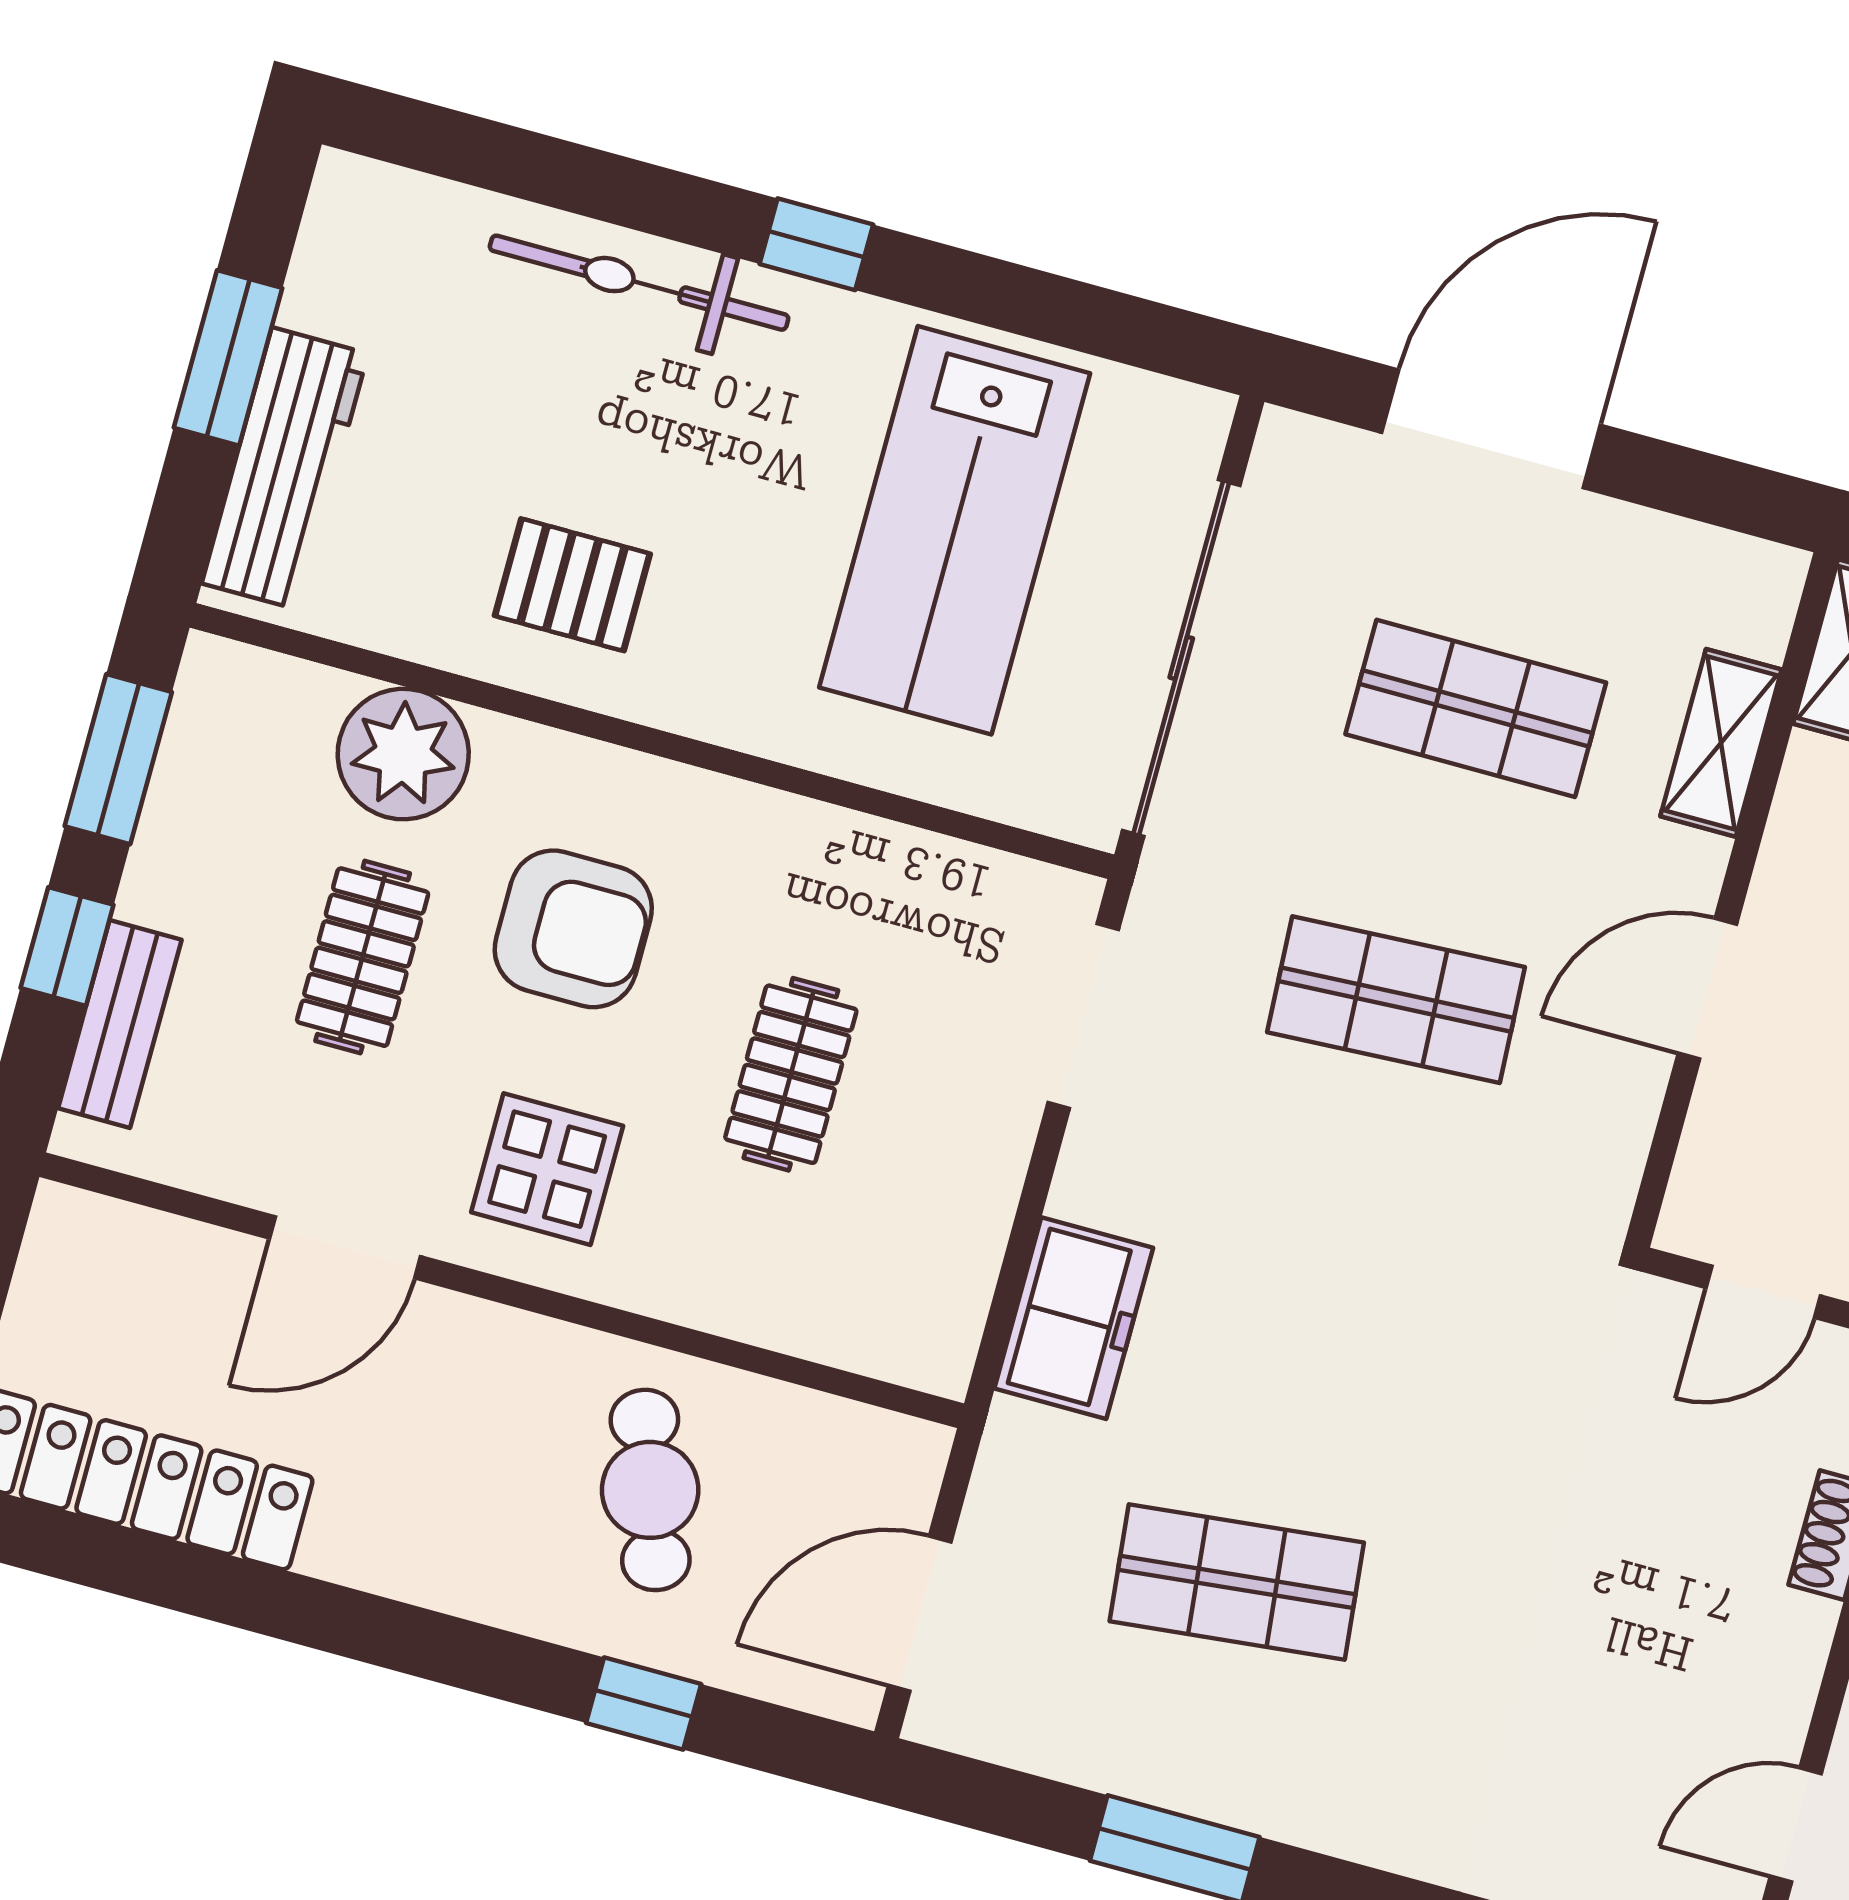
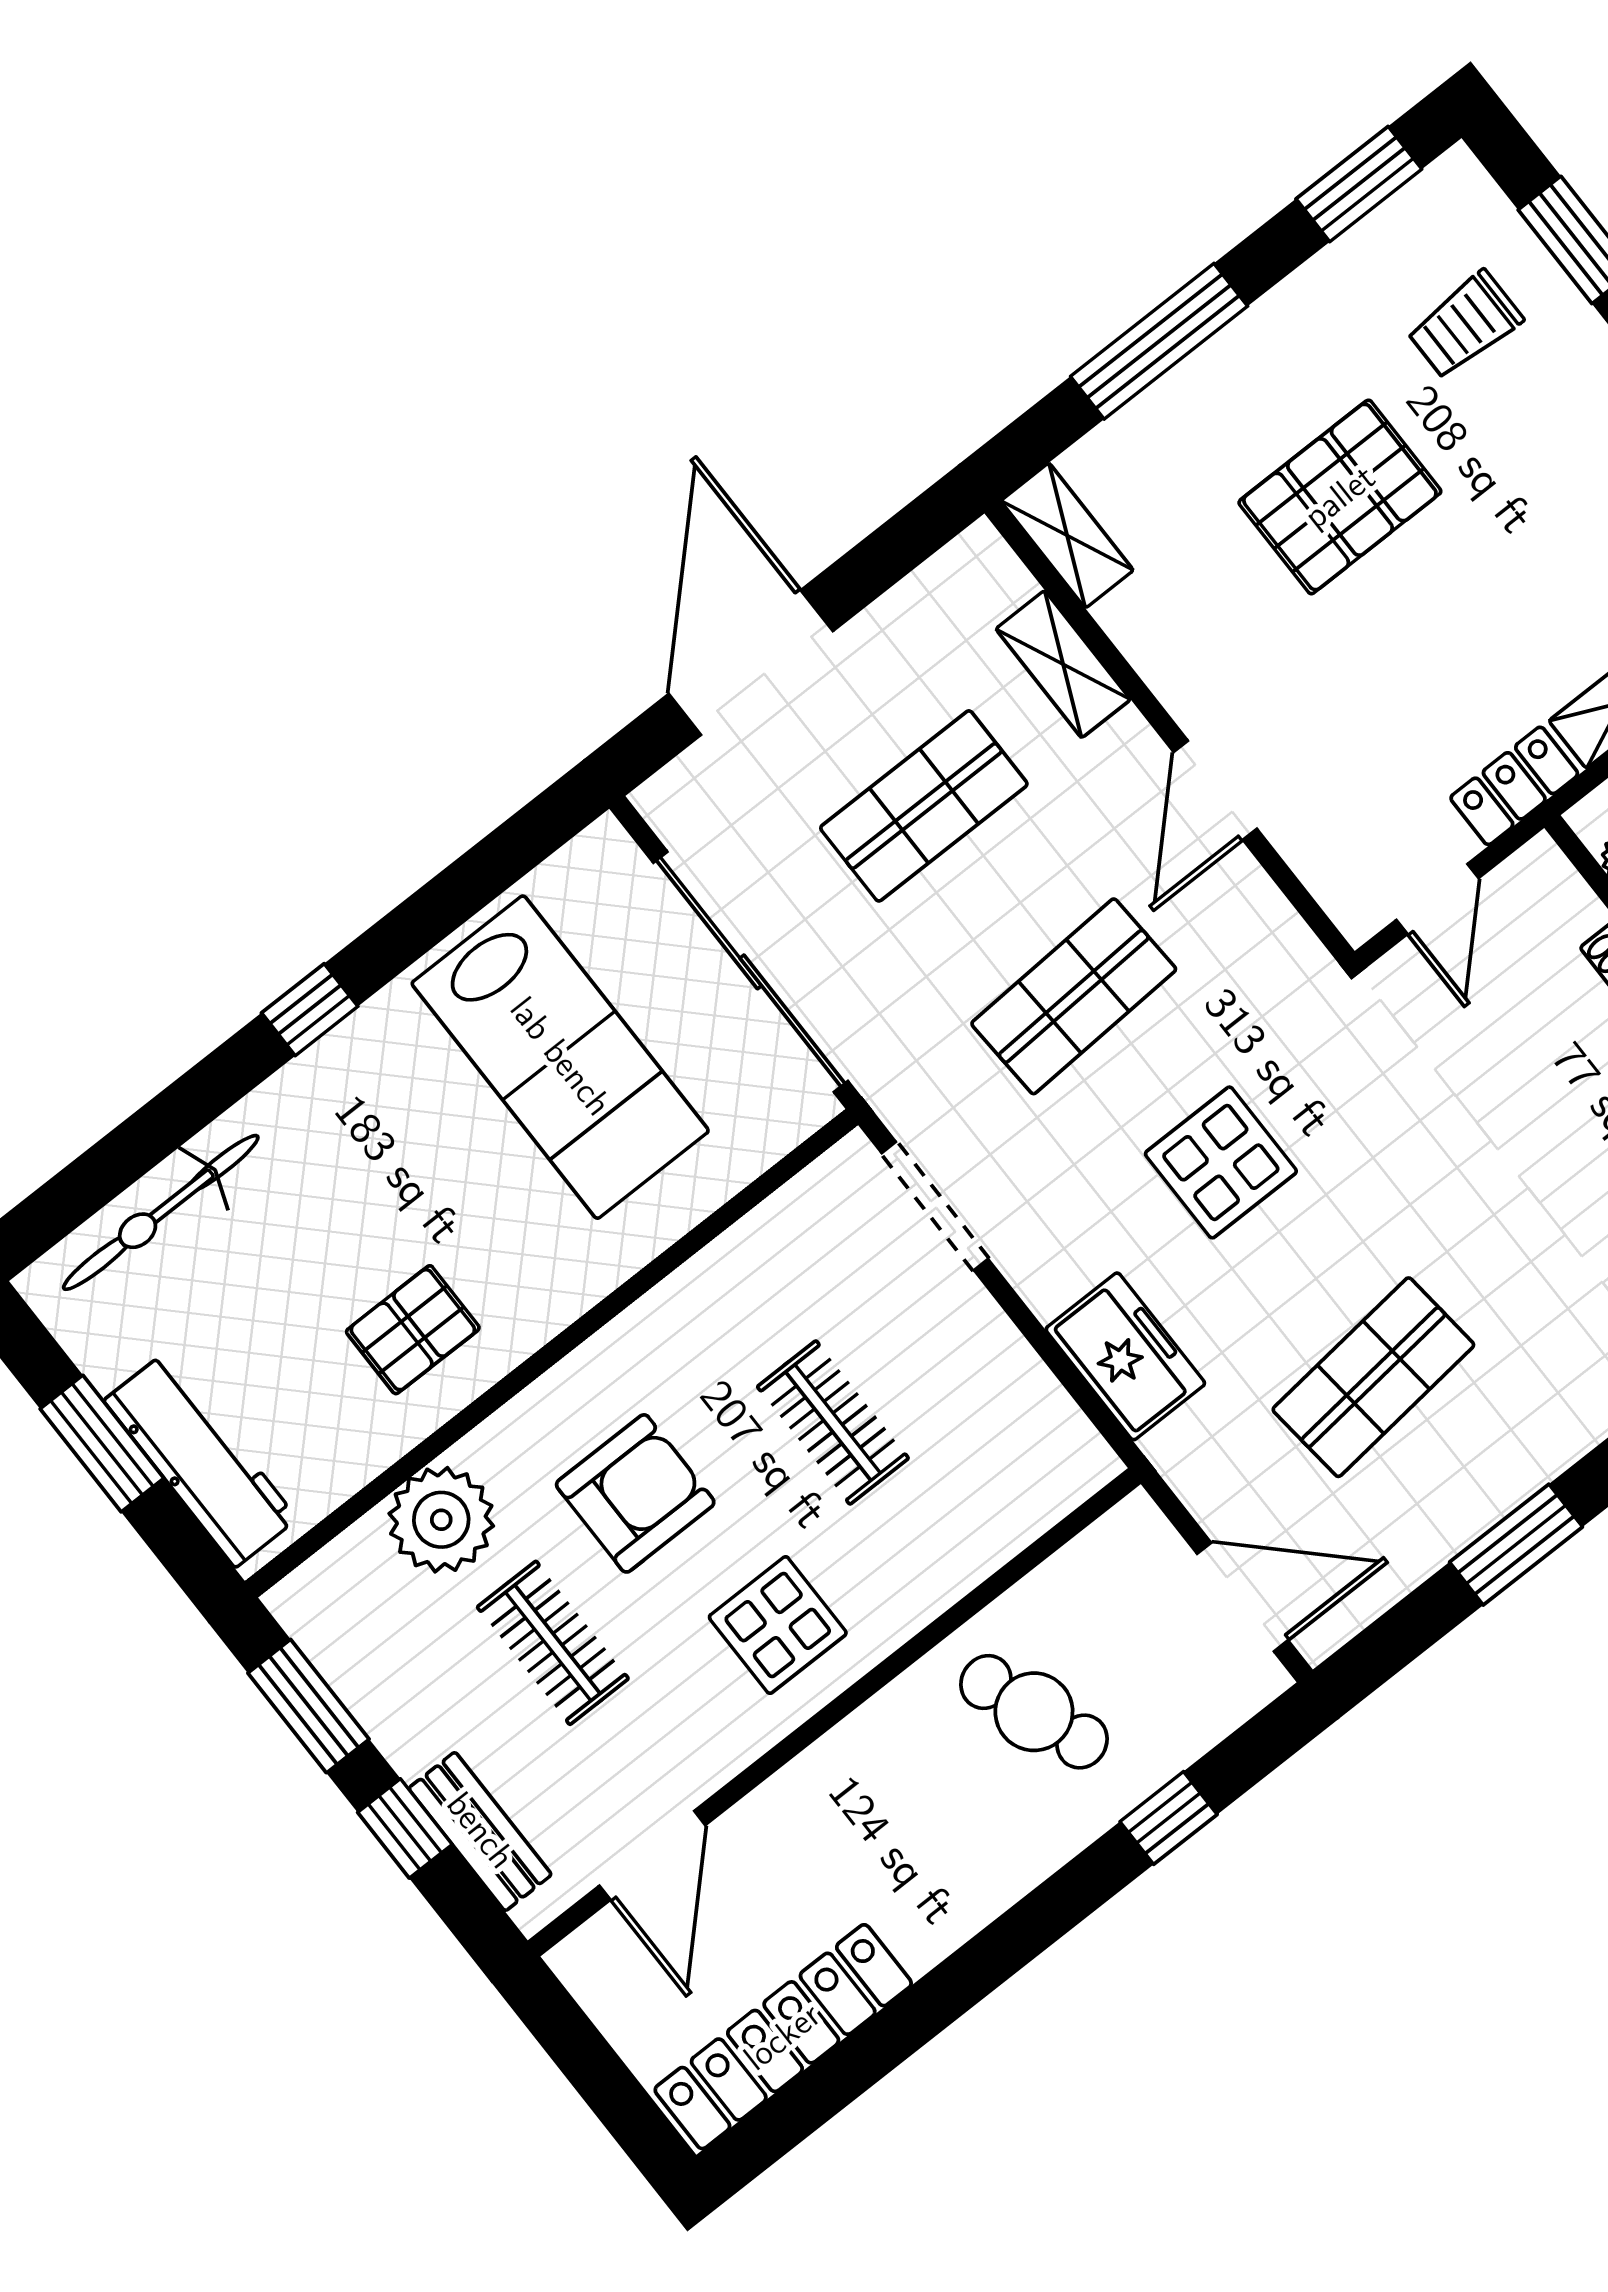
bicycle: (639, 283) -> (161, 1212), moved
door: (345, 1247) -> (652, 1855), moved
display table: (1339, 1270) -> (1221, 1162), added
door: (920, 1614) -> (1243, 1597), swing flipped

